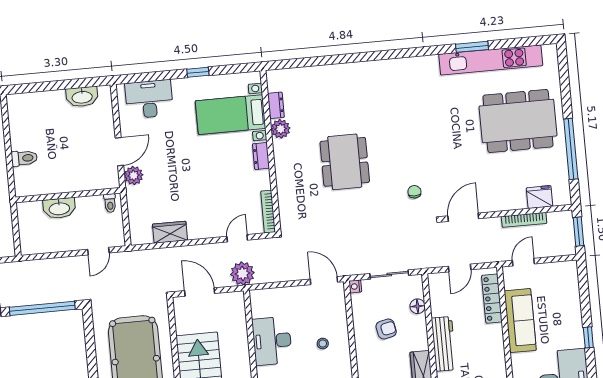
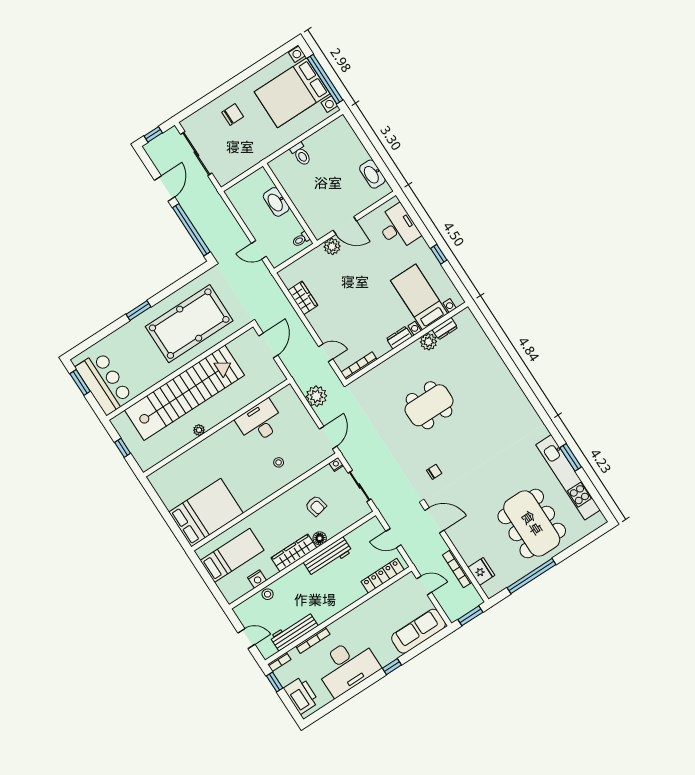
plant: (242, 274) -> (316, 396), moved
floor lamp: (418, 306) -> (320, 538), moved
sofa: (520, 321) -> (418, 631), moved, turned 180

